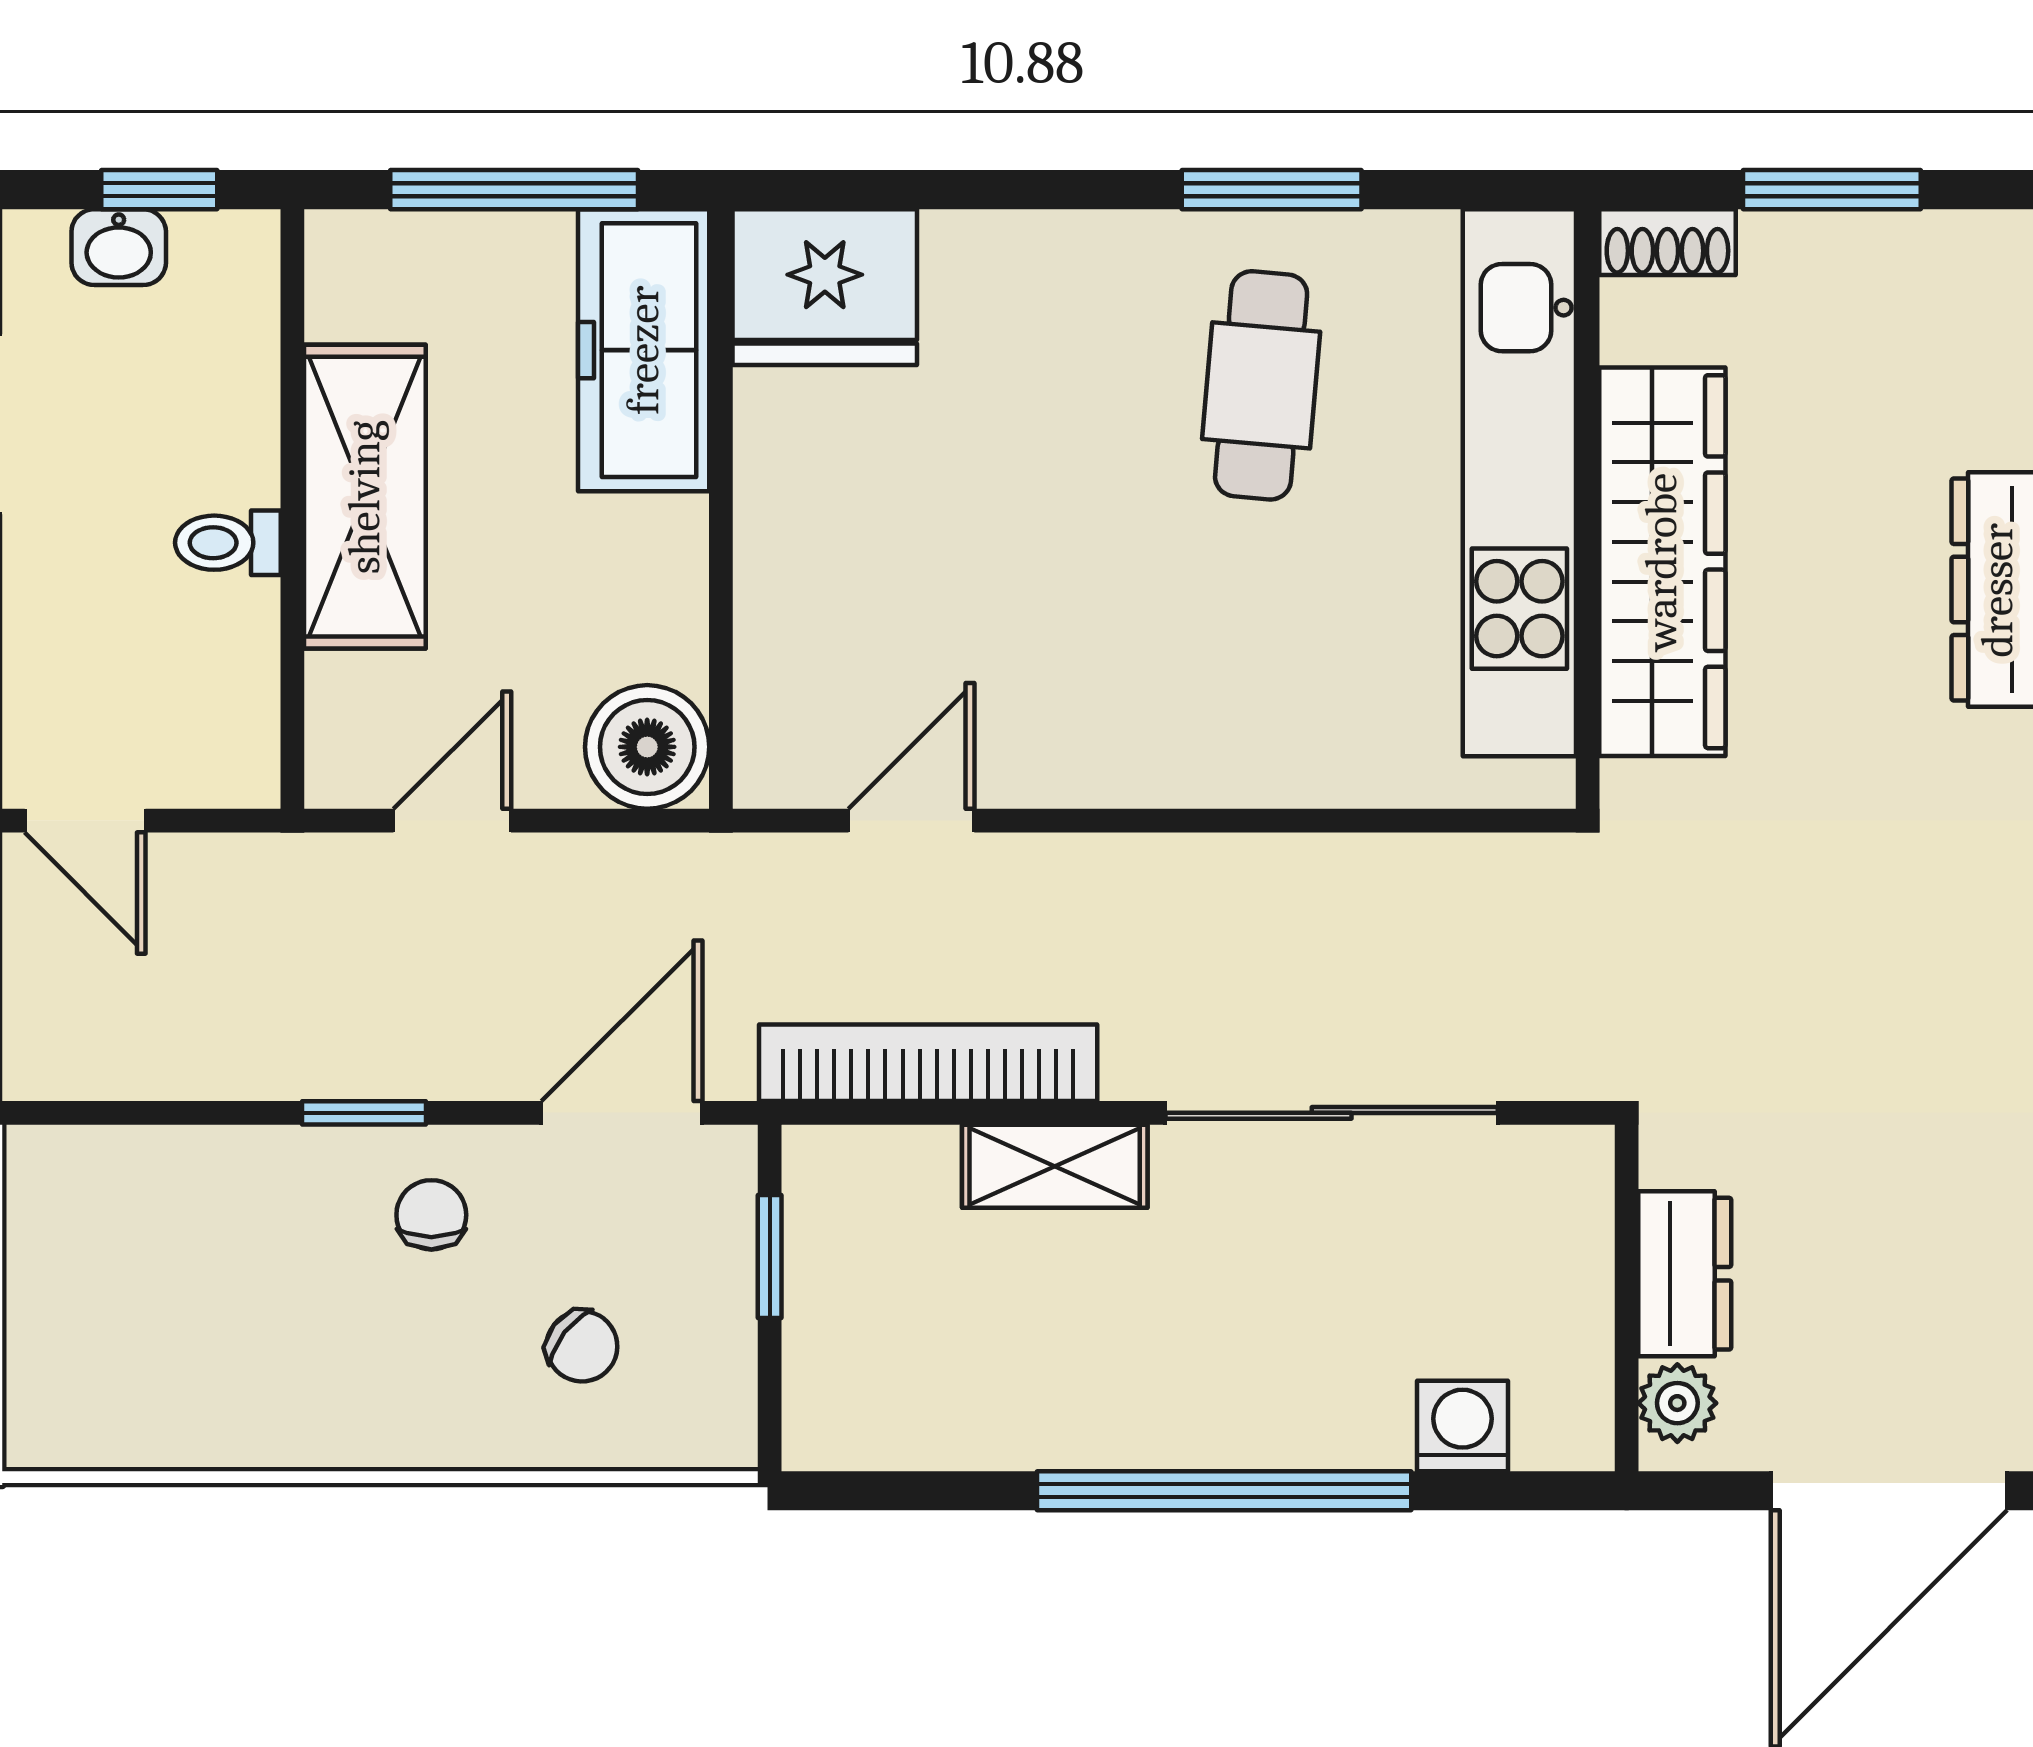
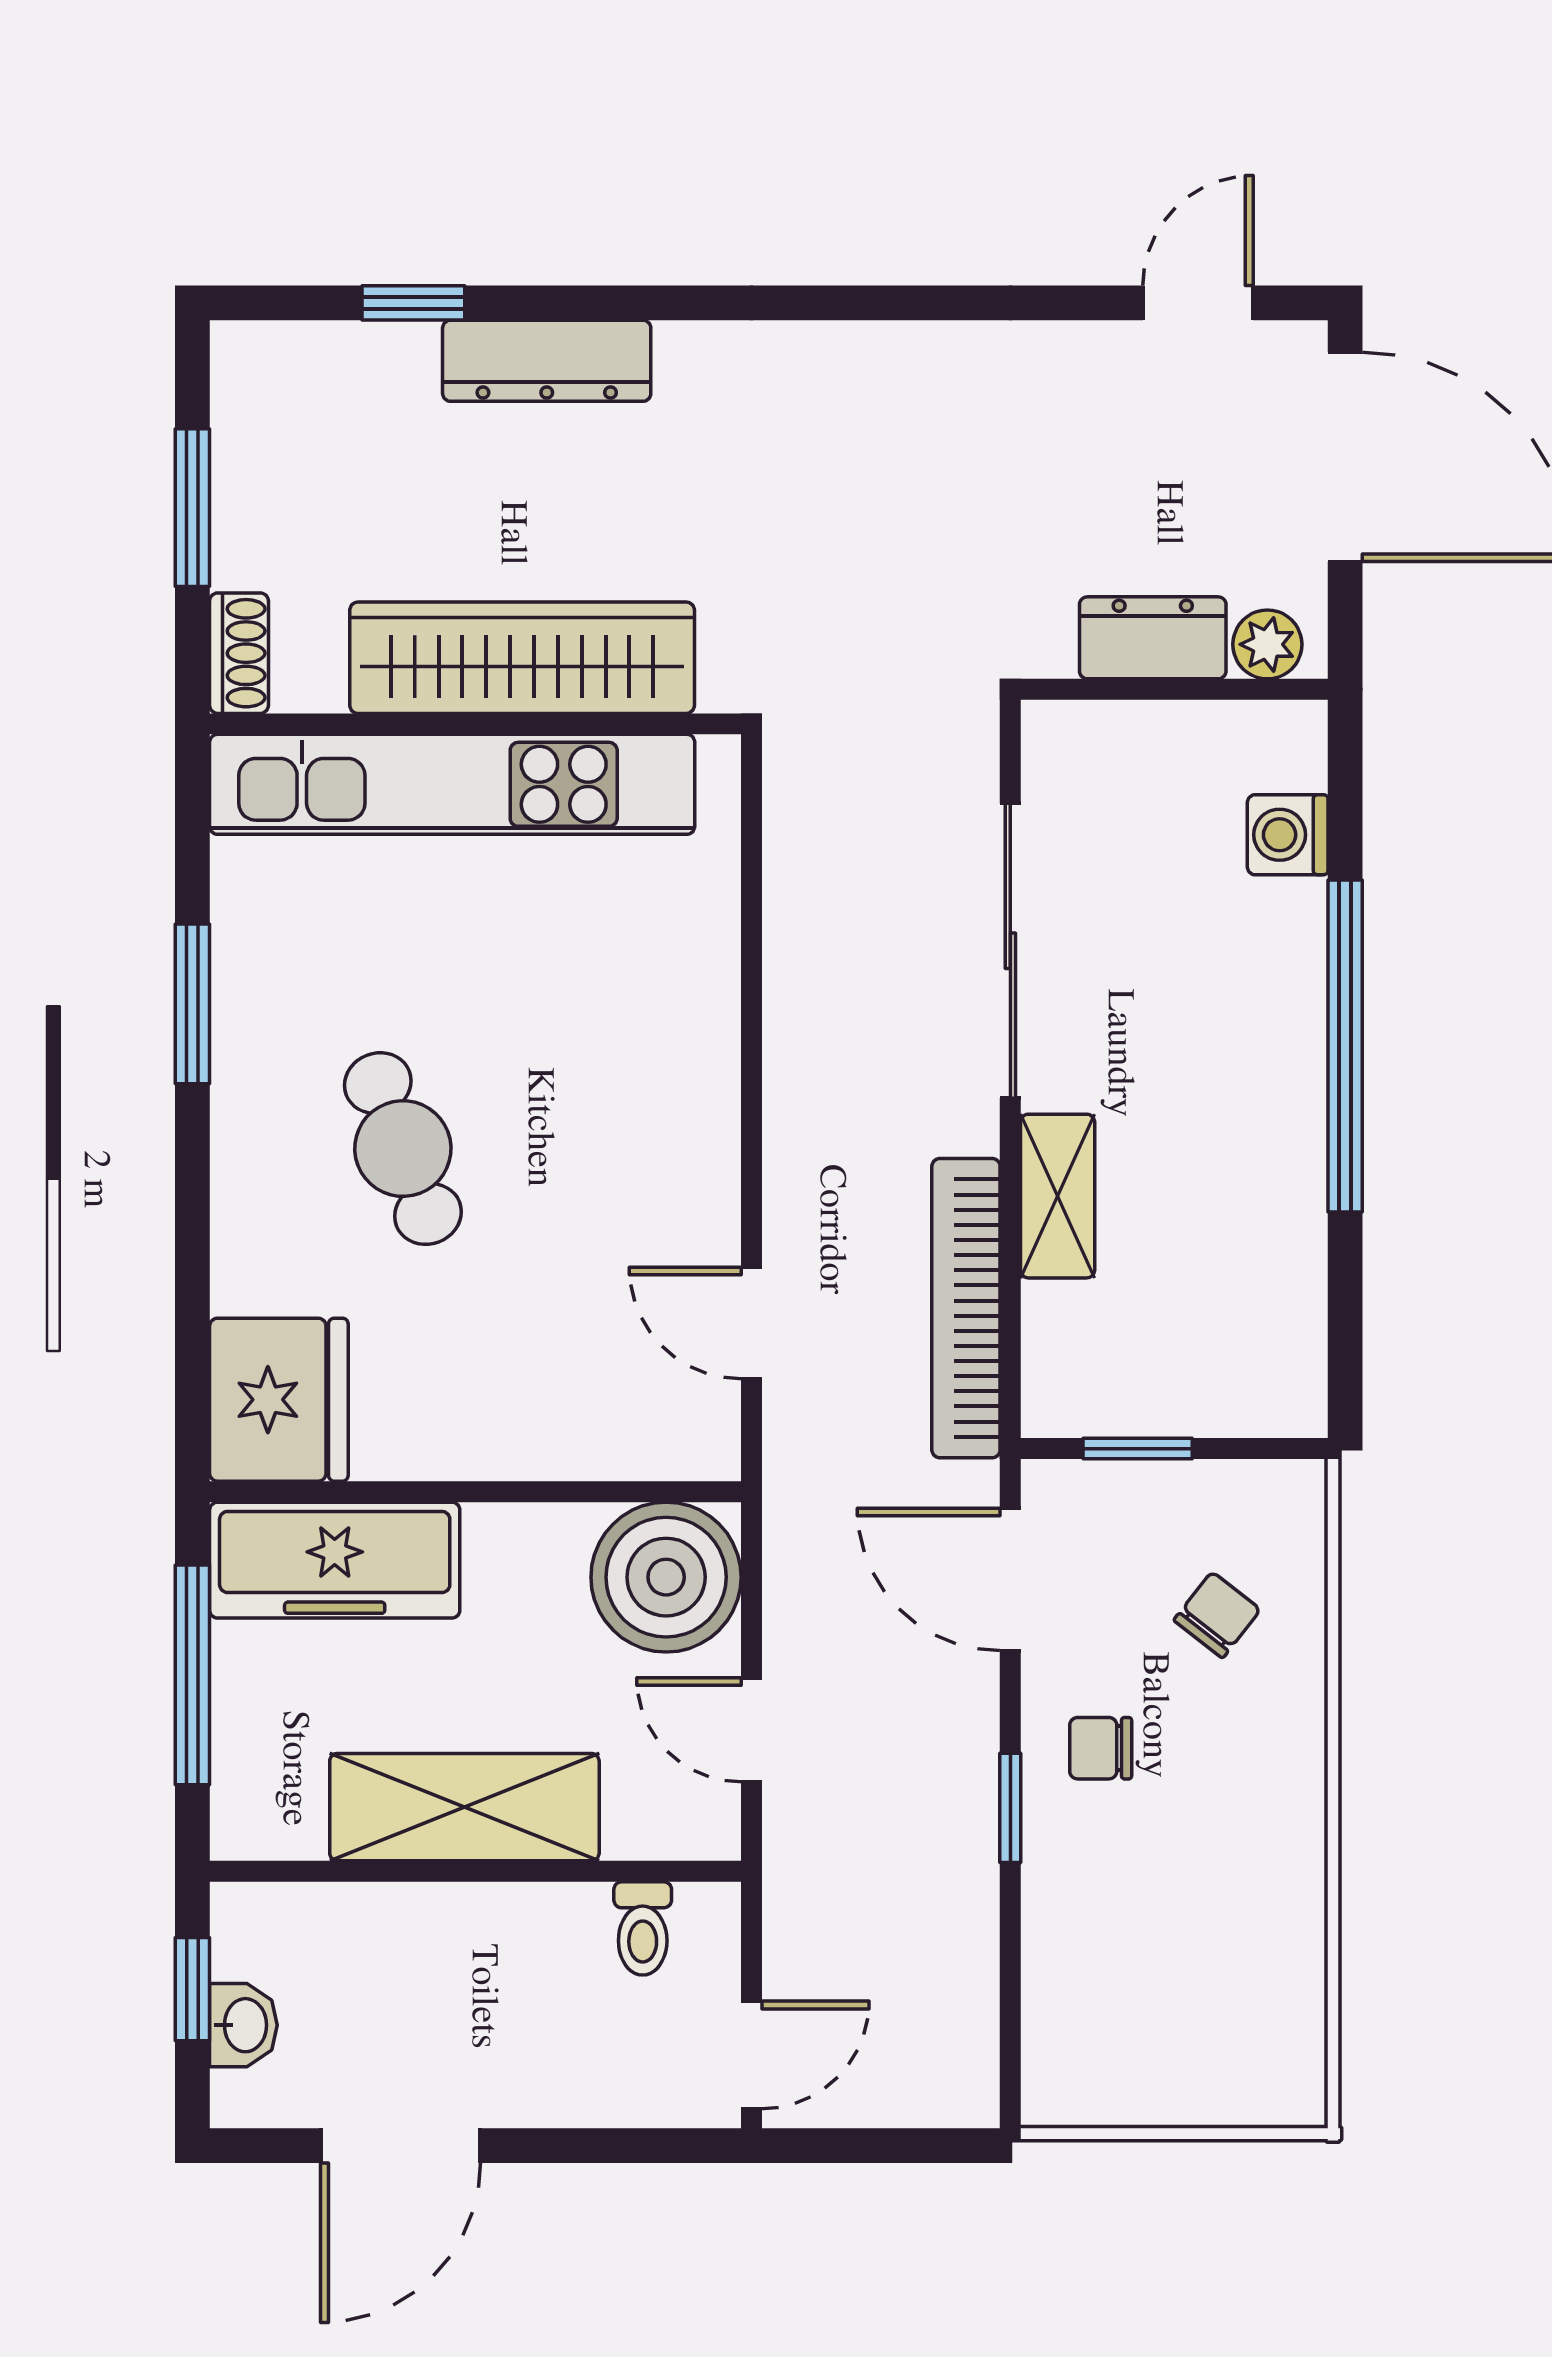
cafe table: (1261, 385) -> (403, 1149), moved, turned 64
toilet: (228, 543) -> (643, 1928), moved
boiler: (647, 747) -> (666, 1577), width x1.37, depth x1.37

